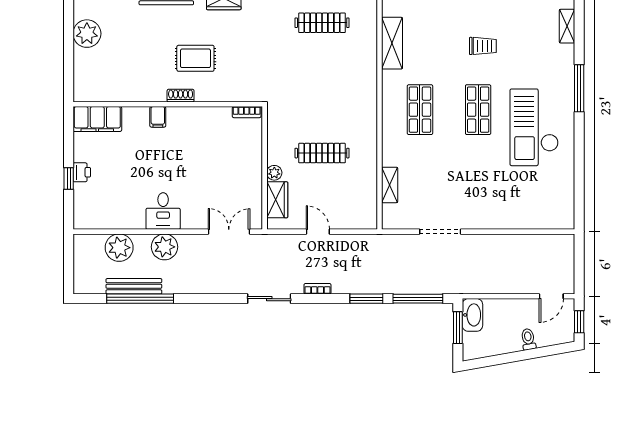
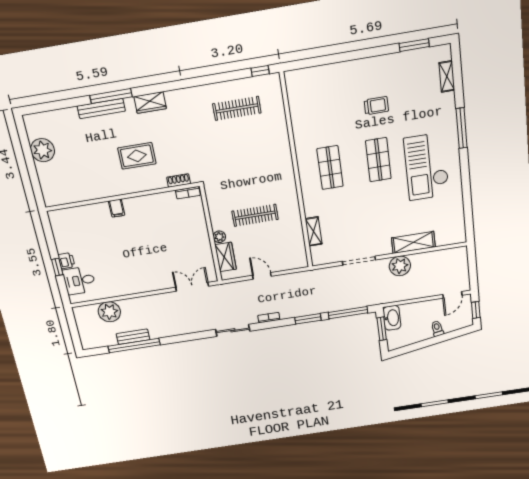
shelving: (392, 43) -> (413, 242), moved, turned 90
shoe rack: (181, 96) -> (179, 181), moved
filing cabinet: (97, 119) -> (68, 218), removed
desk: (163, 211) -> (79, 281), moved, turned 90
plant: (164, 247) -> (400, 266), moved
bench: (134, 286) -> (133, 337), width x0.73

